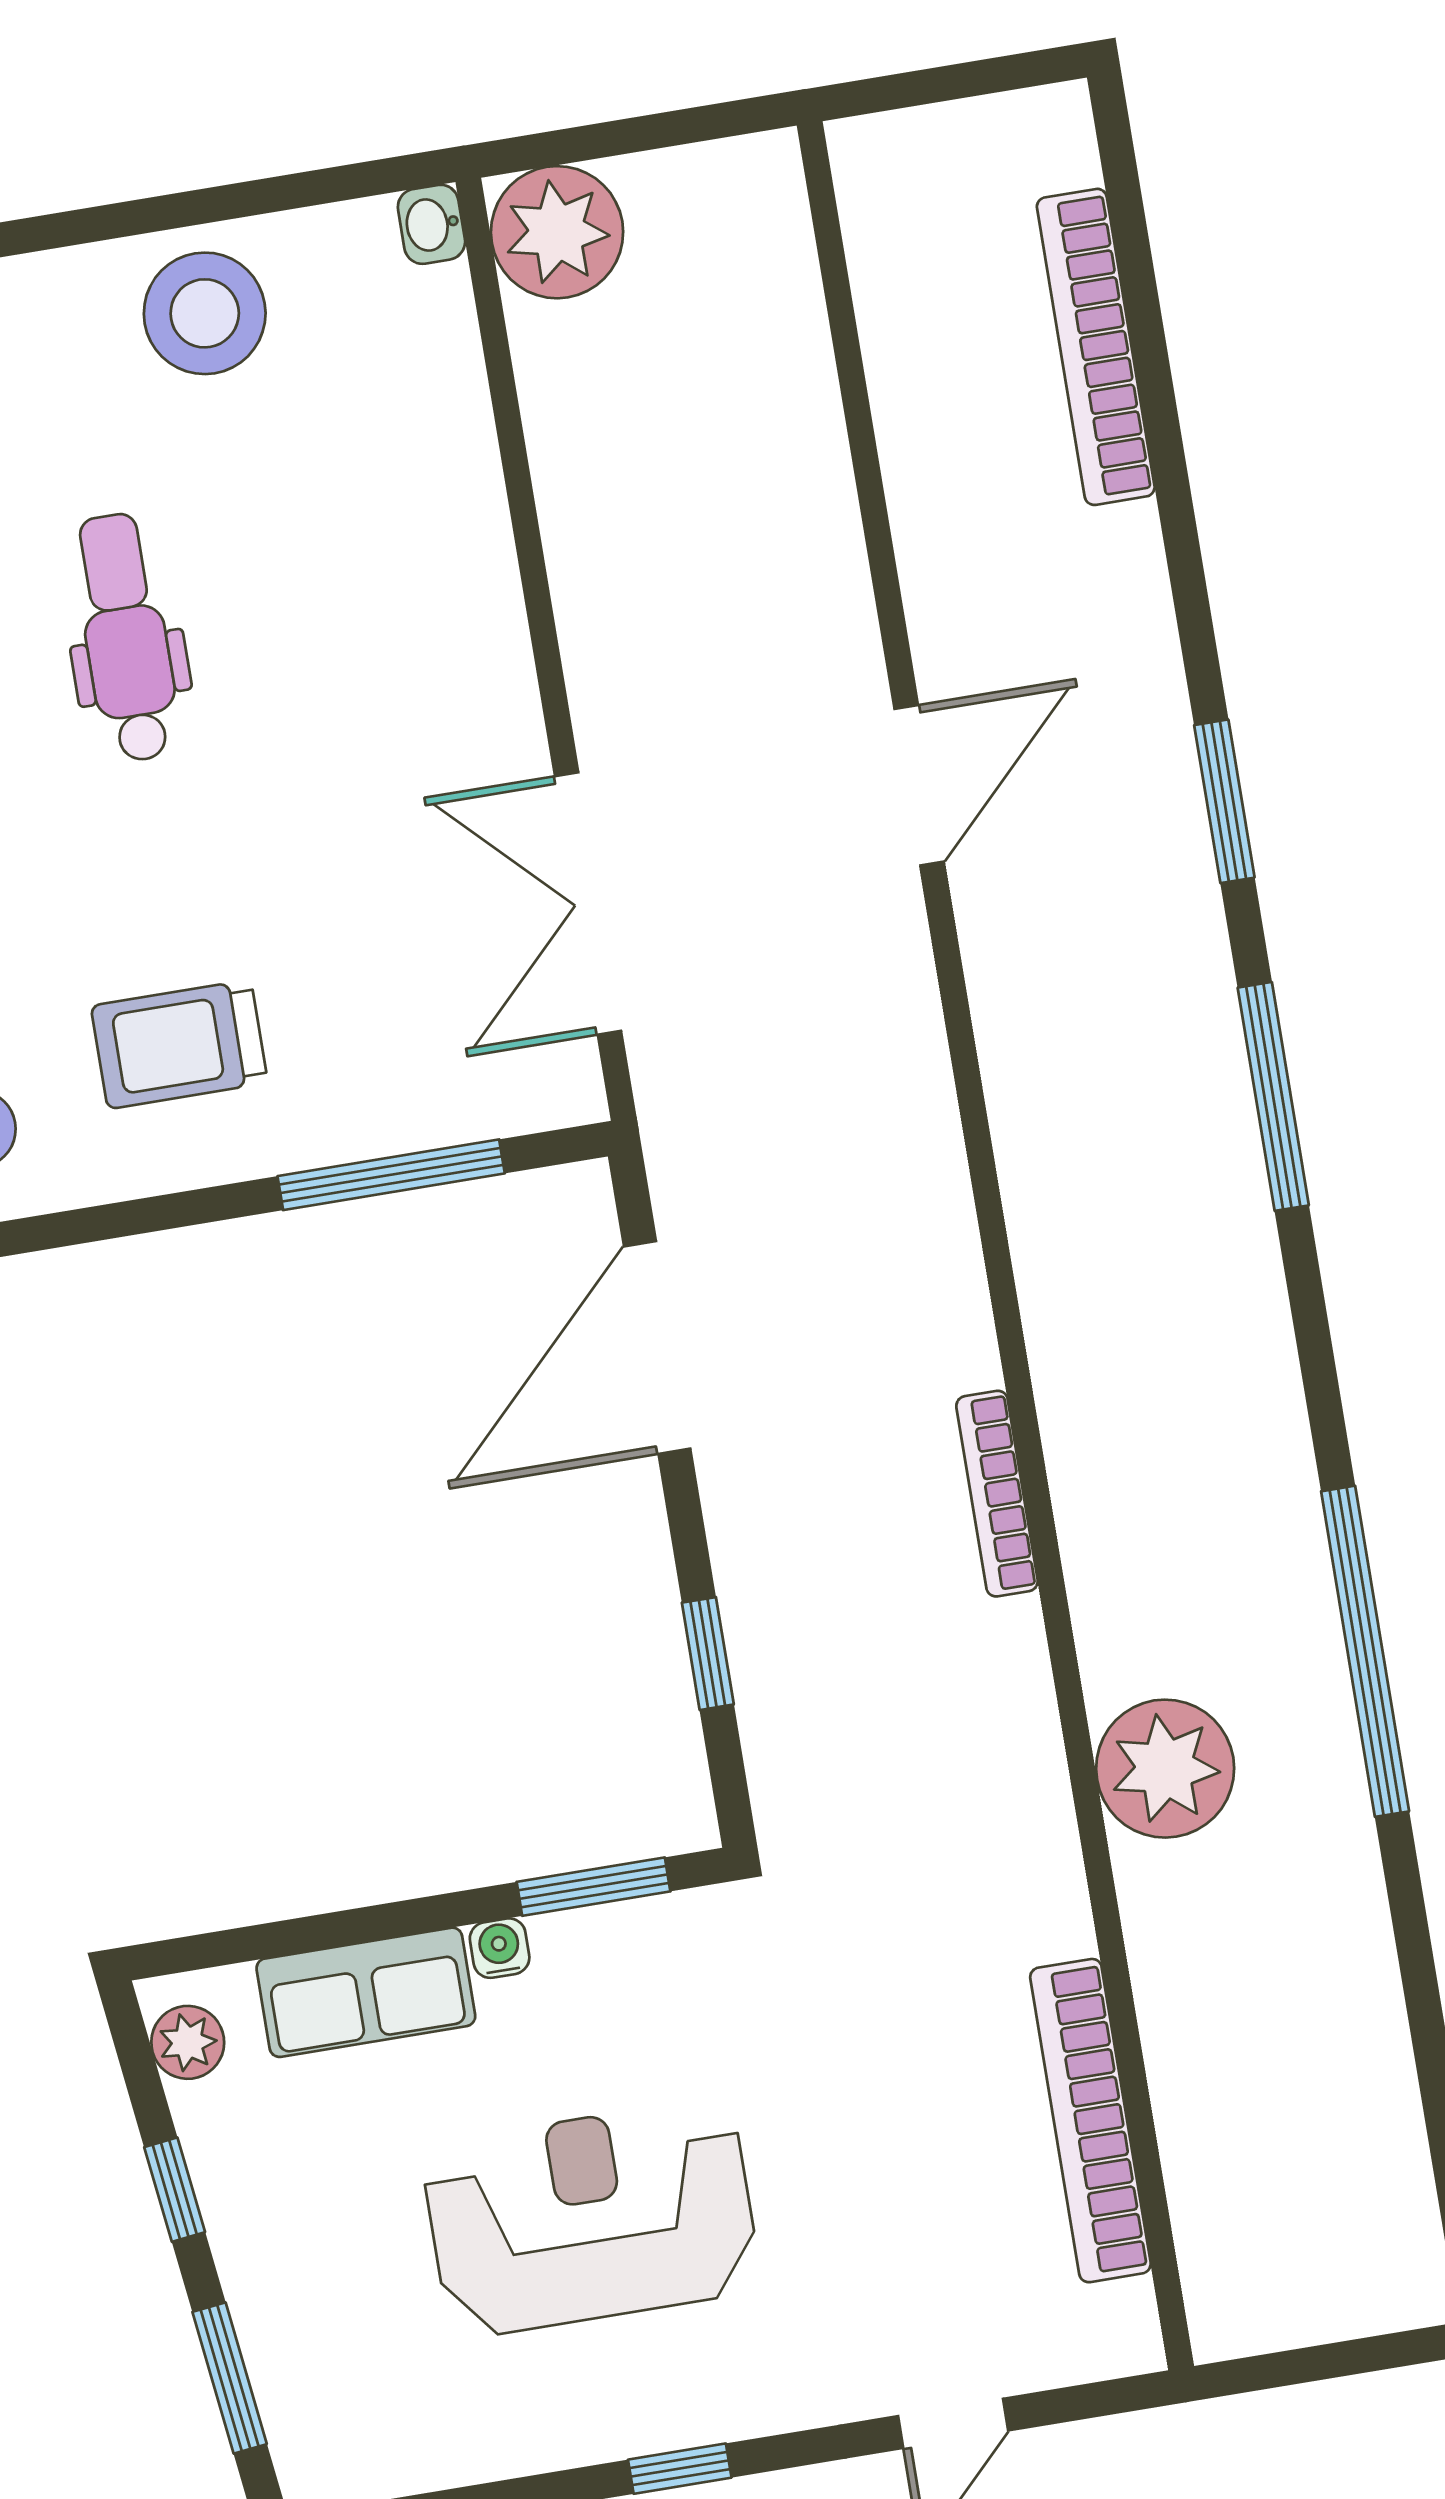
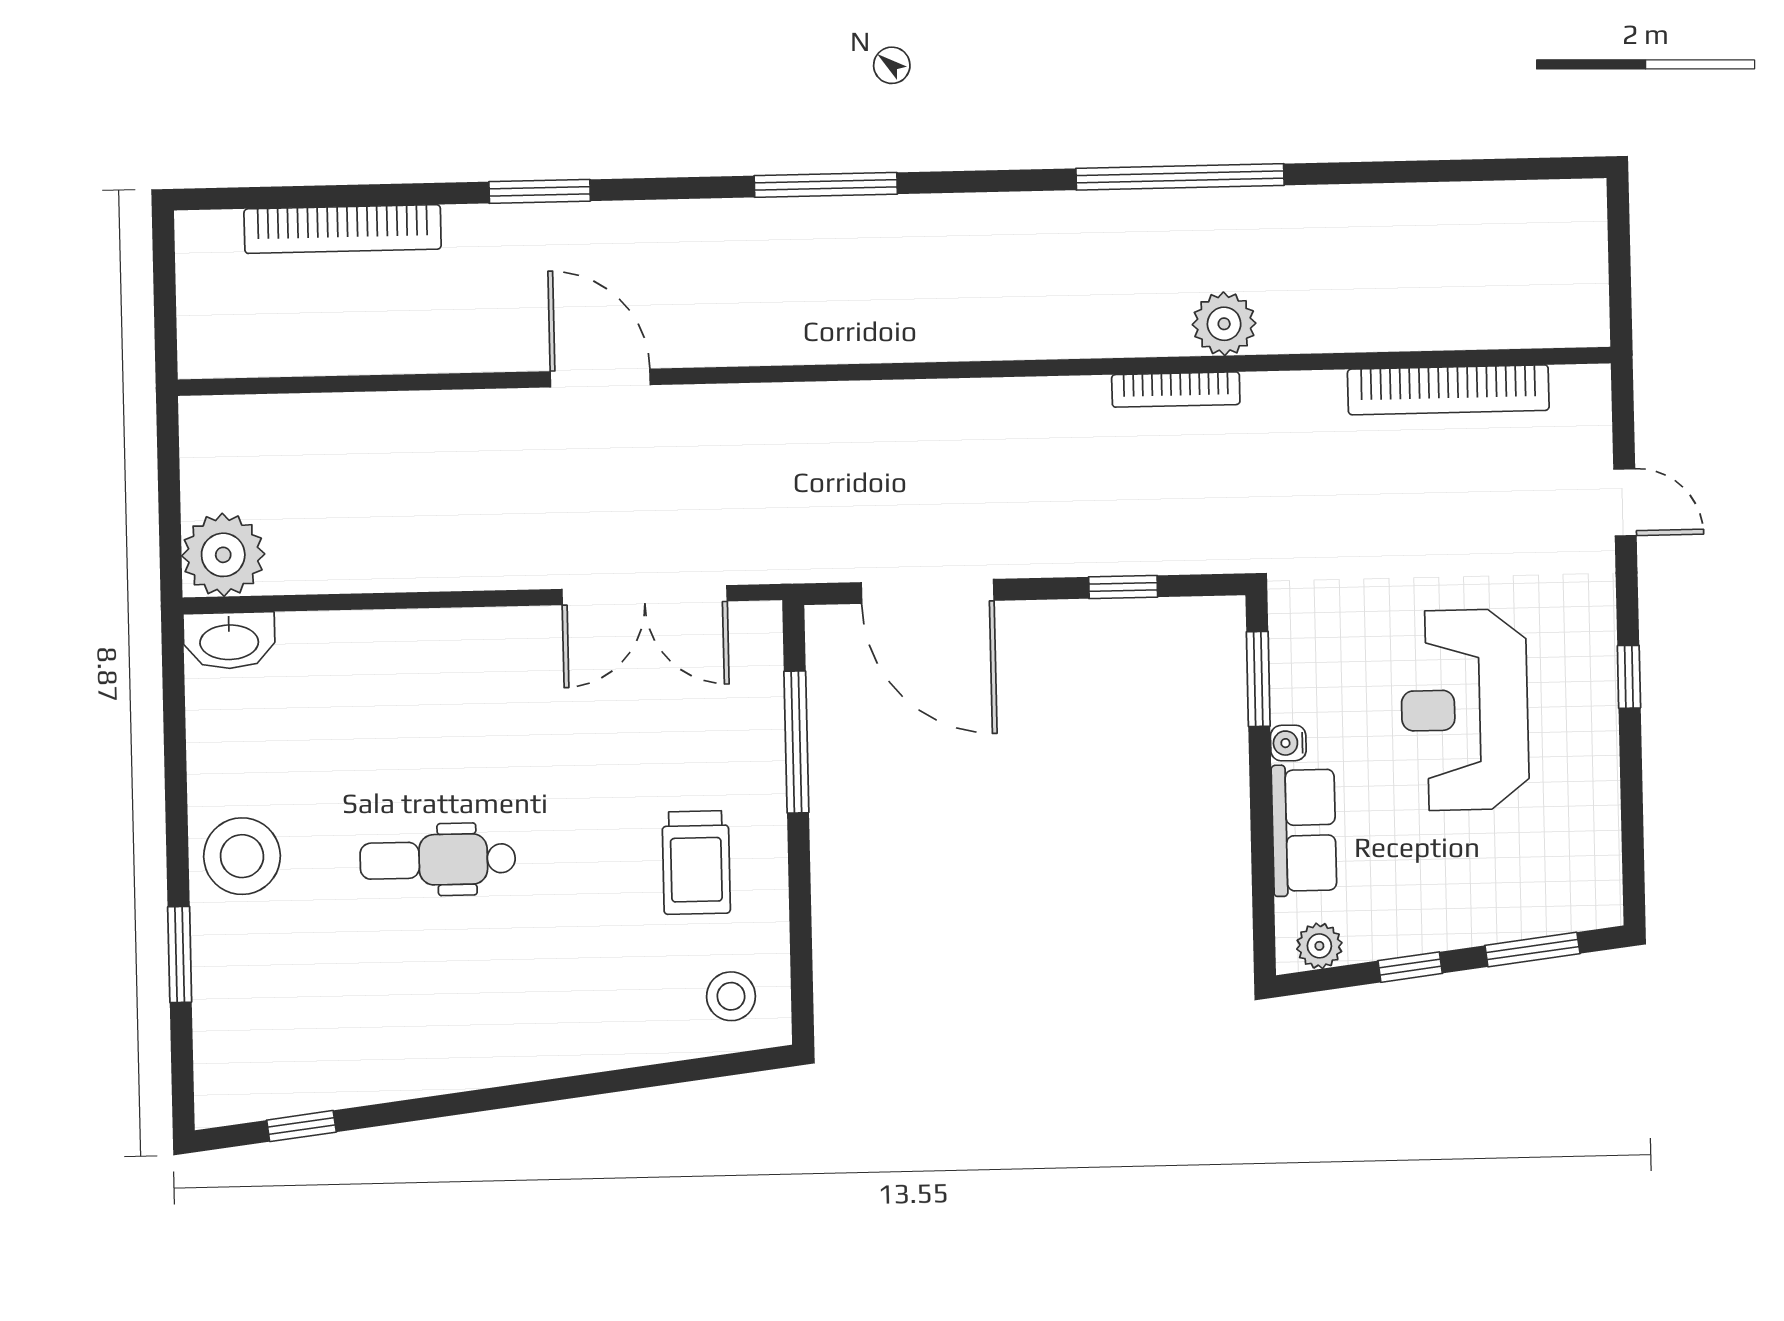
washbasin: (431, 224) -> (229, 641), width x1.91, depth x1.45
stool: (205, 313) -> (242, 856), moved
window: (1224, 801) -> (540, 191), moved
bookcase: (997, 1494) -> (1176, 390), moved
plant: (1165, 1769) -> (1224, 324), width x0.73, depth x0.73

